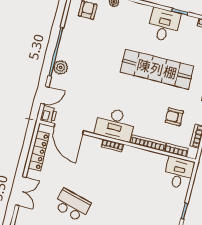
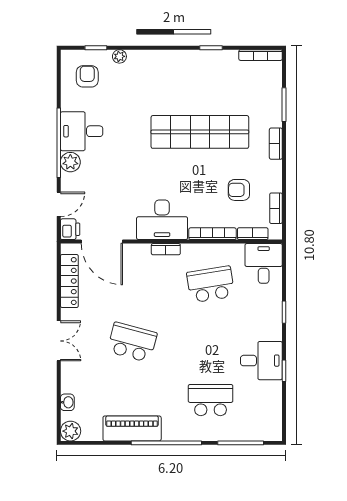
desk: (164, 25) -> (82, 131), moved, turned -90
school desk: (138, 178) -> (211, 284), added

